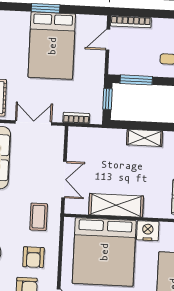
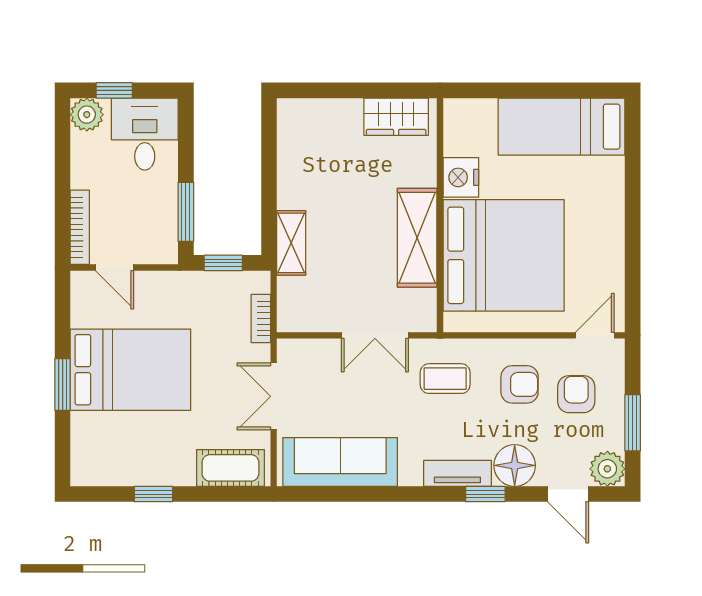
shelving: (144, 138) -> (291, 243), moved
double door: (64, 180) -> (375, 335), swing flipped

